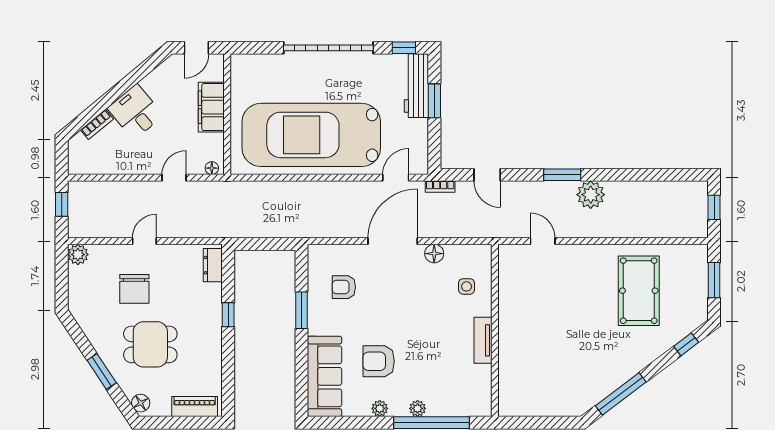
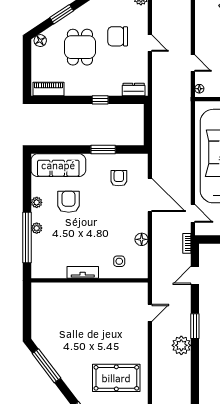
door: (393, 241) -> (150, 195), moved
piano: (195, 406) -> (48, 89), moved, turned -90

